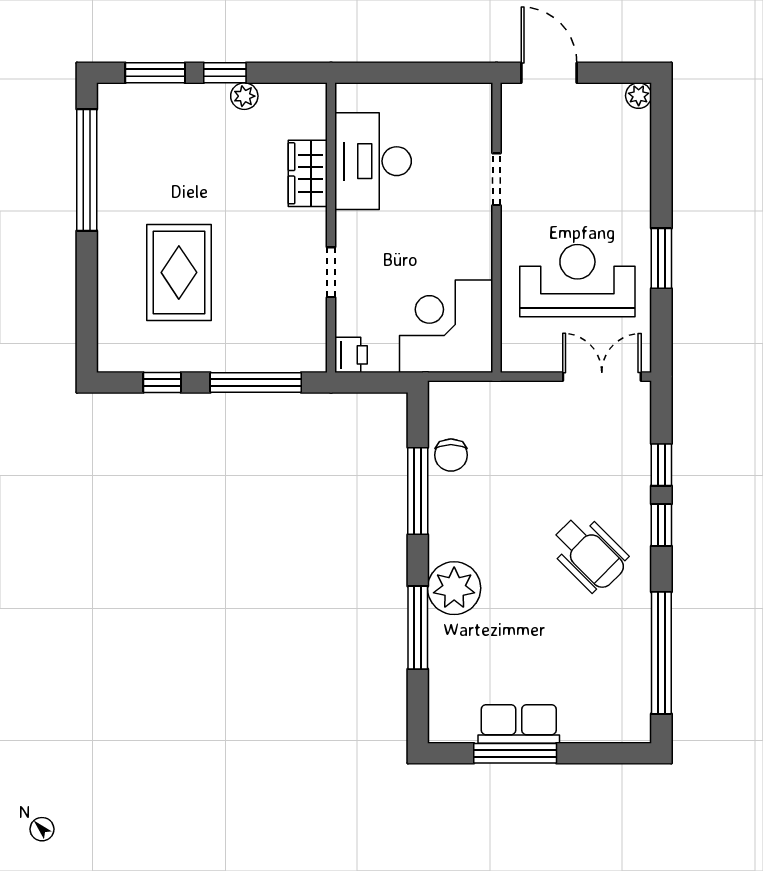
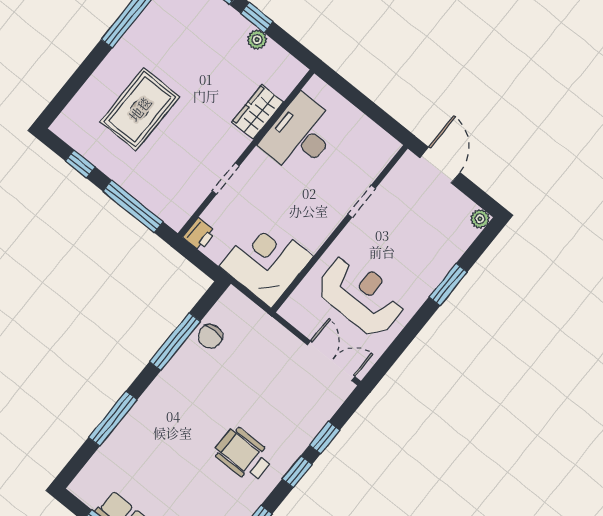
window: (661, 258) -> (448, 284), moved
wheelchair: (589, 553) -> (243, 455), turned 135
plant: (454, 588) -> (151, 413), removed

